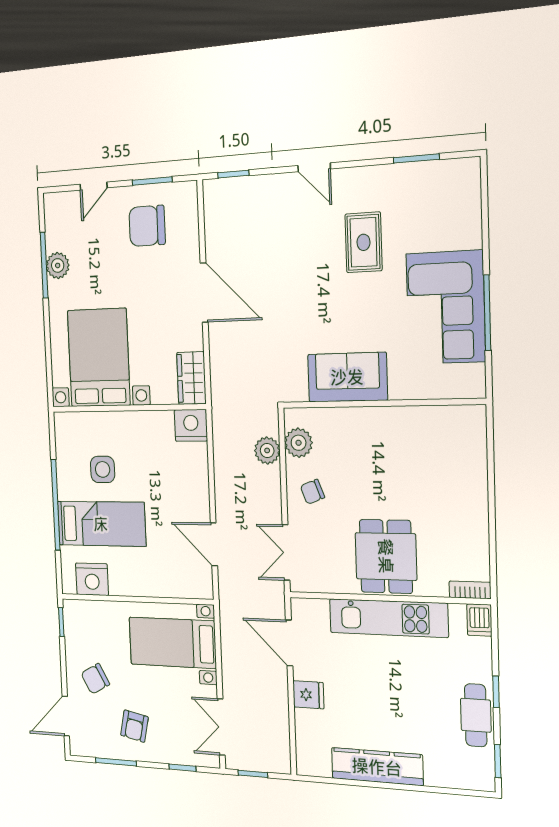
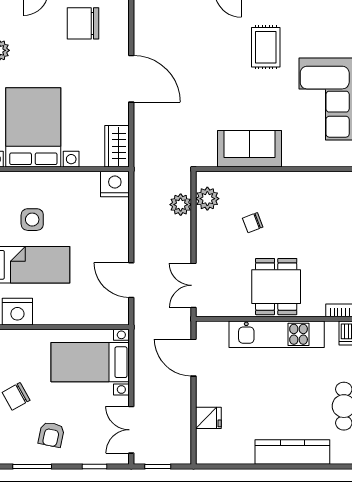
chair: (312, 492) -> (253, 223), moved
fridge: (308, 695) -> (208, 418), moved
kitchen counter: (377, 767) -> (292, 452), moved

